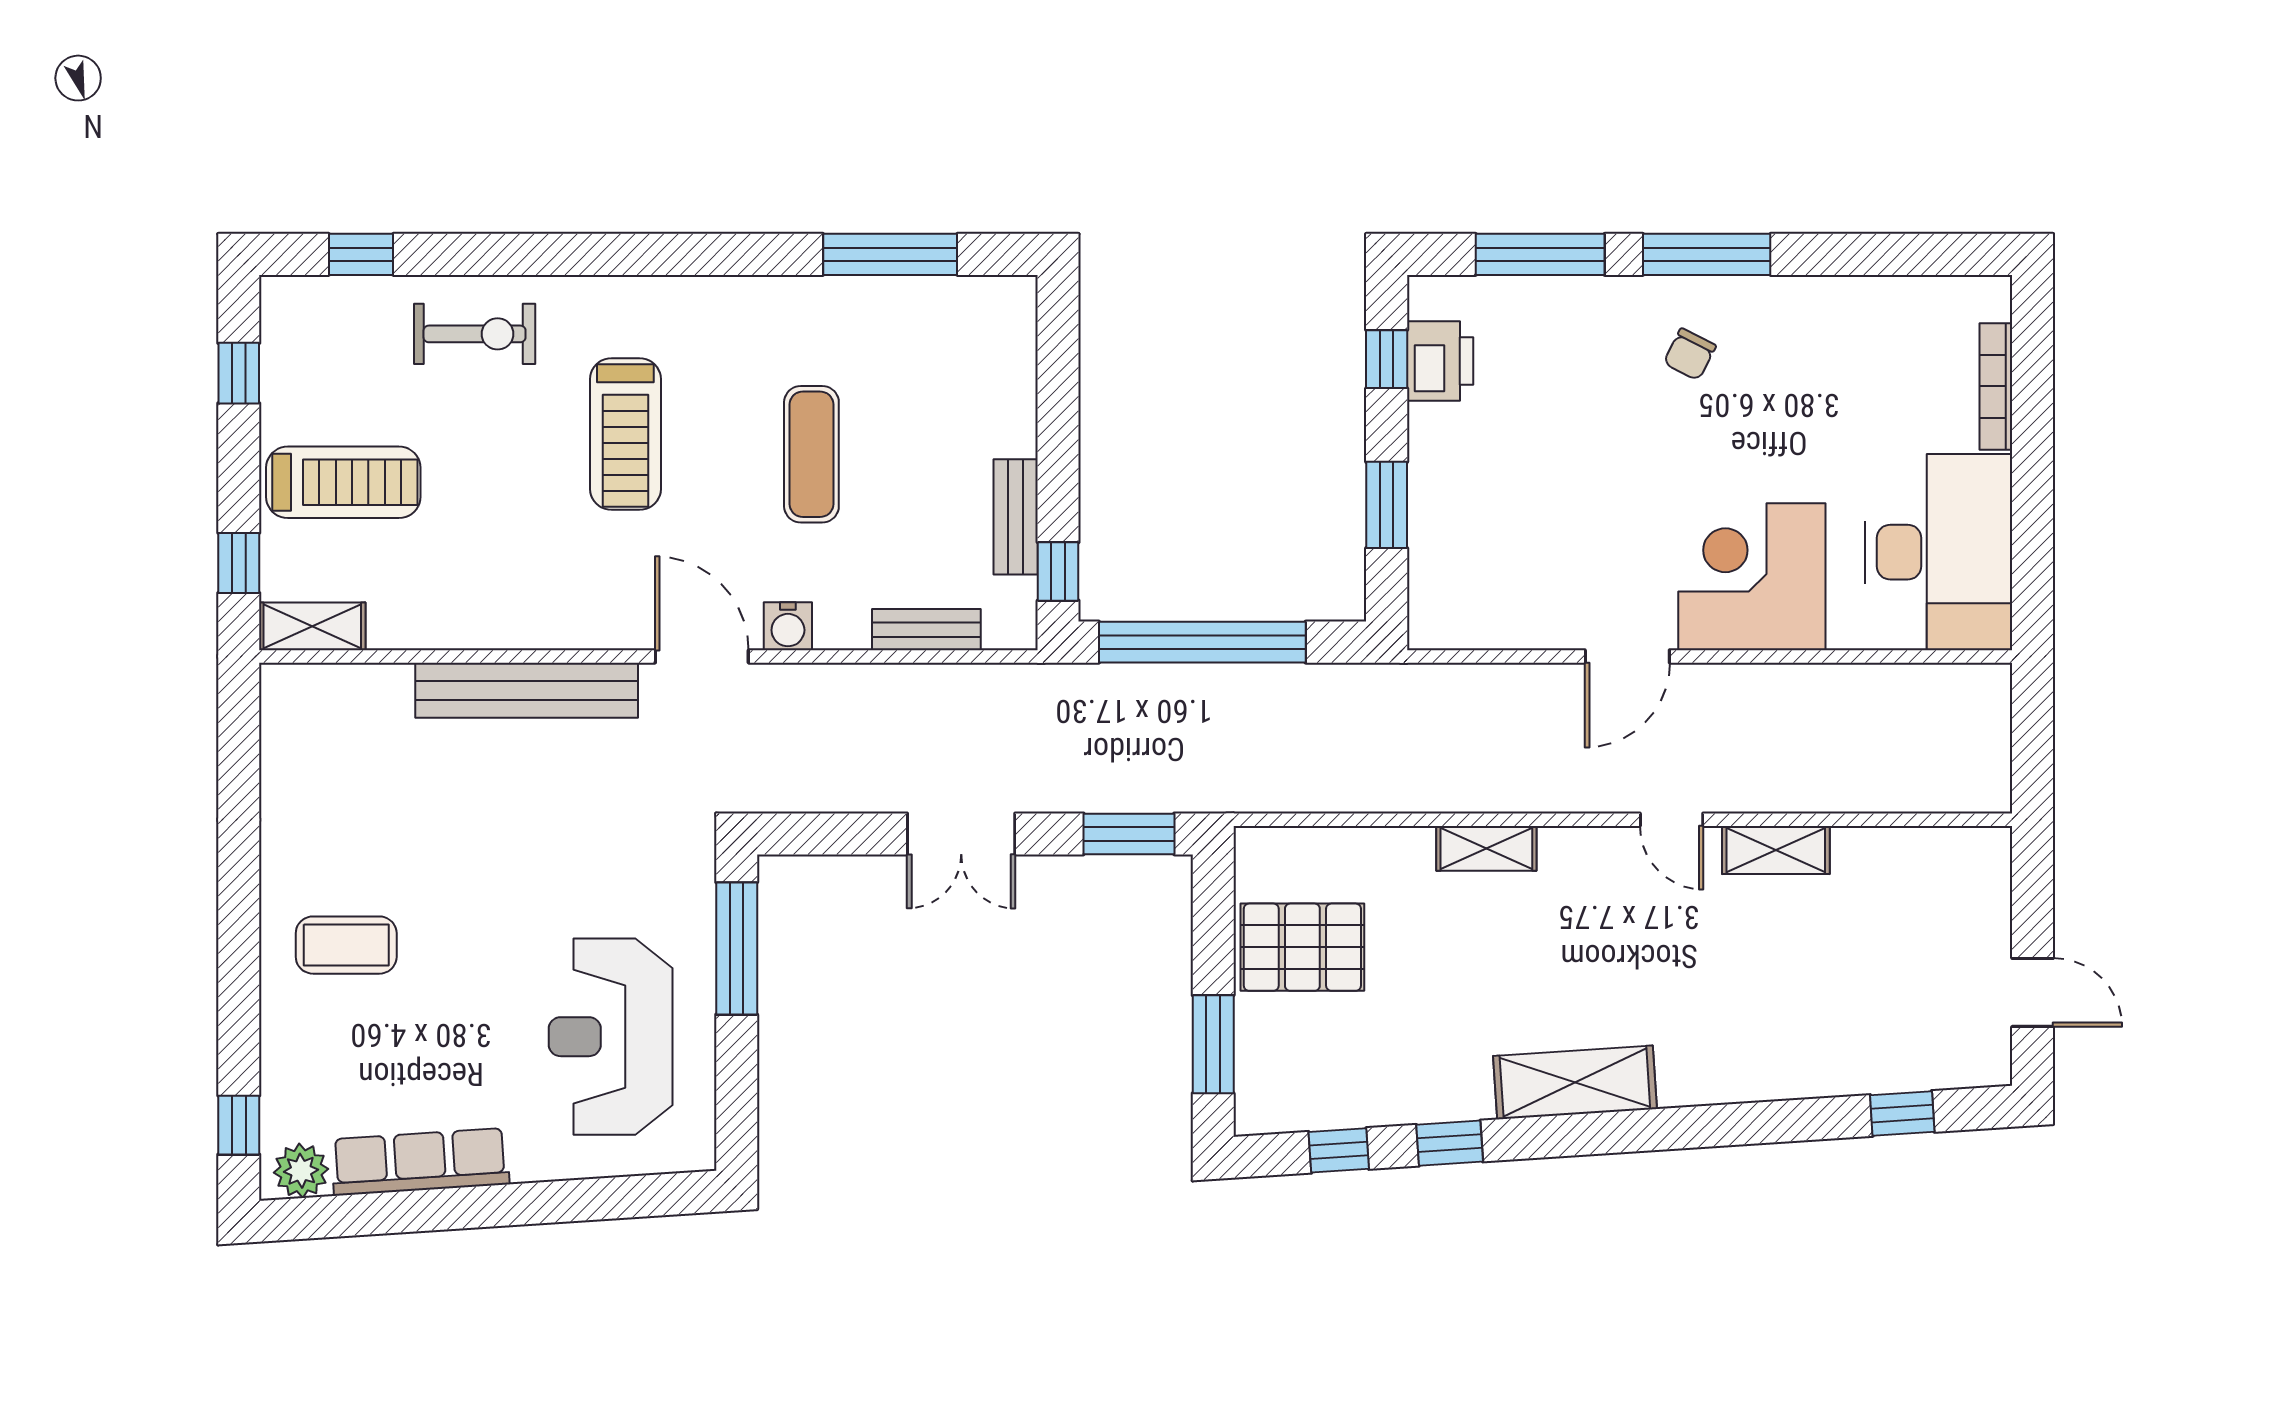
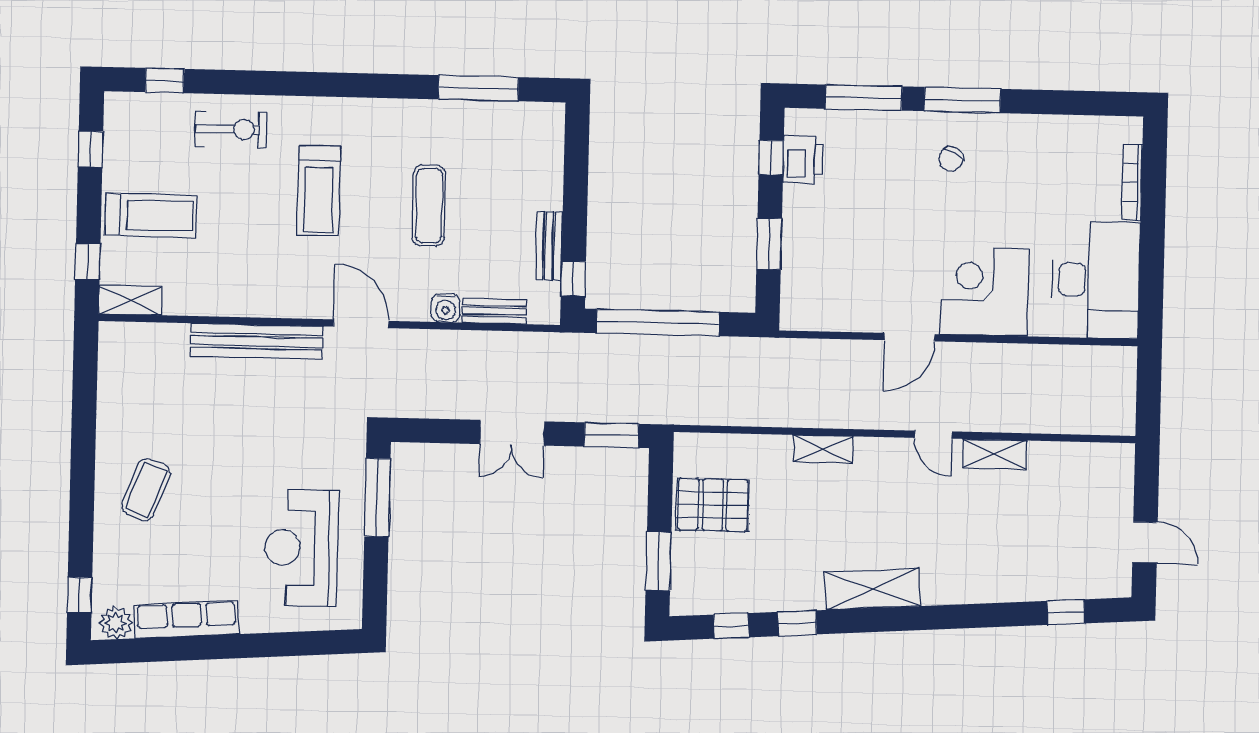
water cooler: (788, 626) -> (446, 308), moved
coffee table: (346, 945) -> (146, 490), turned -69

